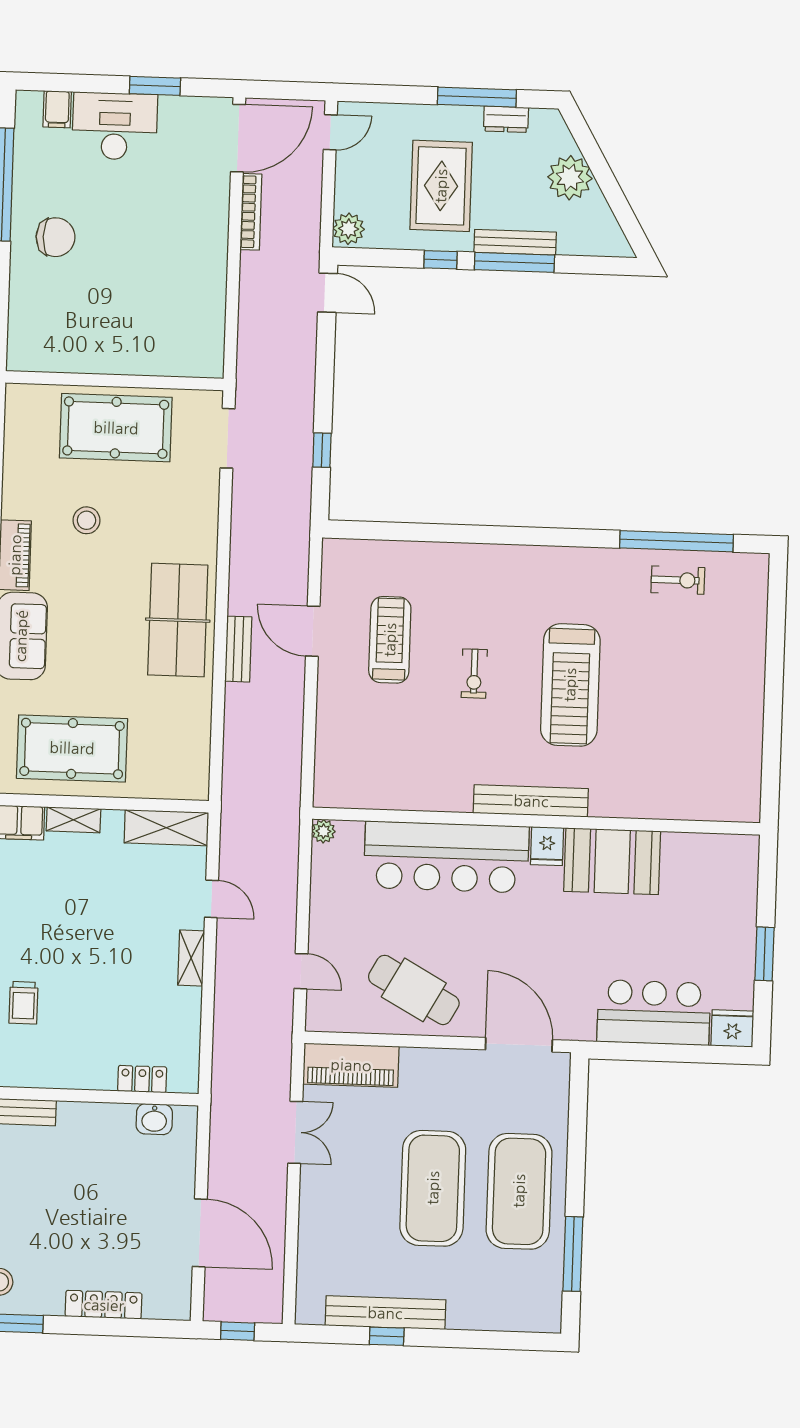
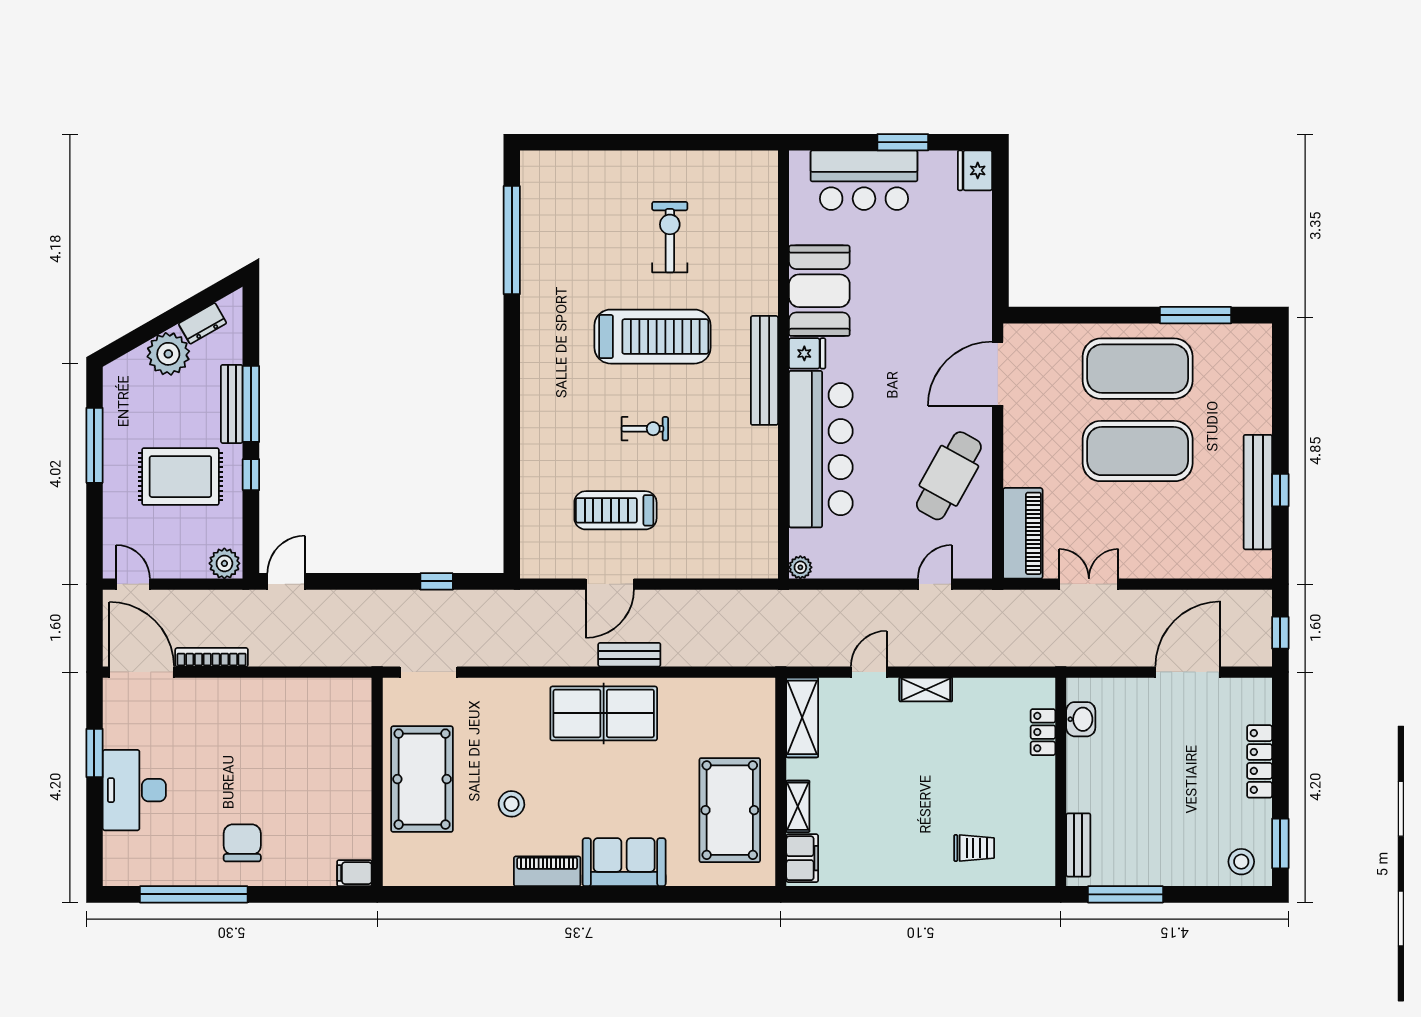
filing cabinet: (57, 109) -> (354, 873), moved, turned 180
dresser: (506, 119) -> (203, 323), moved, turned 60
exercise bike: (678, 580) -> (670, 237), moved, width x1.38, depth x1.39
bar counter: (654, 1013) -> (864, 180), moved, turned -90

